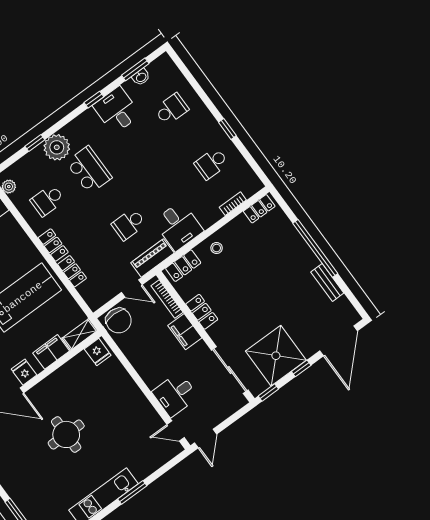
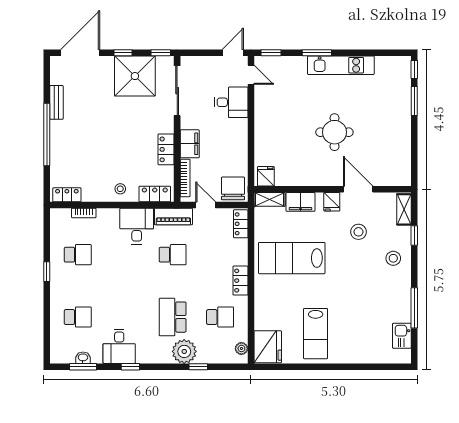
school desk: (172, 109) -> (78, 317), turned 180
locker: (72, 271) -> (241, 224), moved
window: (172, 463) -> (271, 53), added

